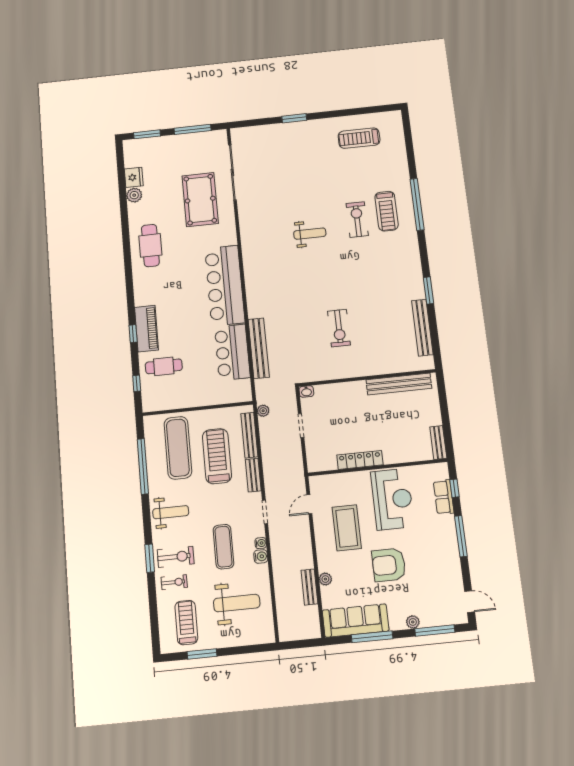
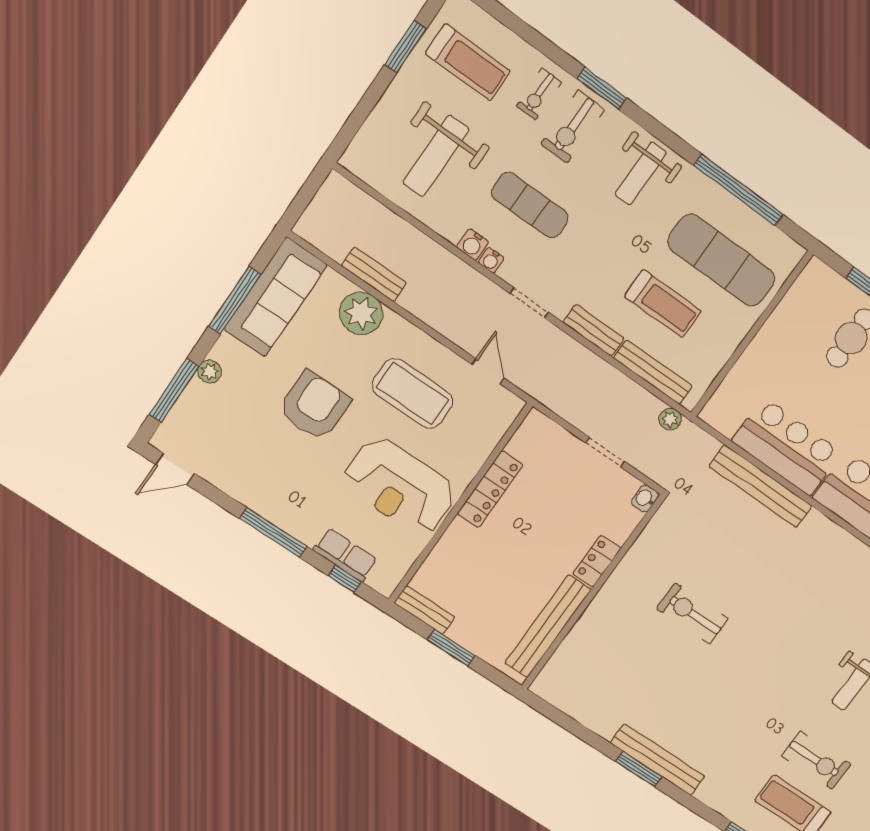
bench: (422, 328) -> (658, 760), moved
locker: (352, 388) -> (597, 561), added
window: (445, 417) -> (451, 648), added
treadmill: (217, 456) -> (663, 304), width x0.73, depth x0.73
plant: (325, 579) -> (361, 313), width x1.87, depth x1.87

